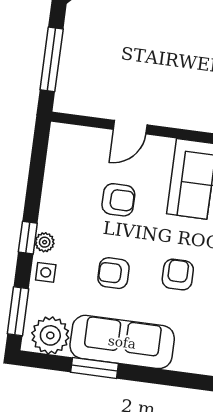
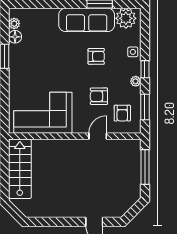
plant: (45, 242) -> (136, 81), moved
armchair: (178, 275) -> (122, 113), moved
window: (18, 311) -> (145, 107), moved

